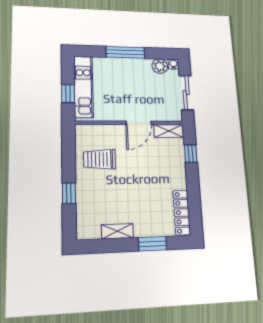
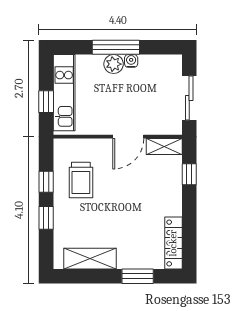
water cooler: (173, 64) -> (131, 61), moved
plant: (160, 66) -> (114, 64), moved
trolley: (100, 159) -> (81, 180), turned -90
window: (69, 161) -> (46, 182), added
shelving: (117, 231) -> (90, 259), width x1.50, depth x1.33

